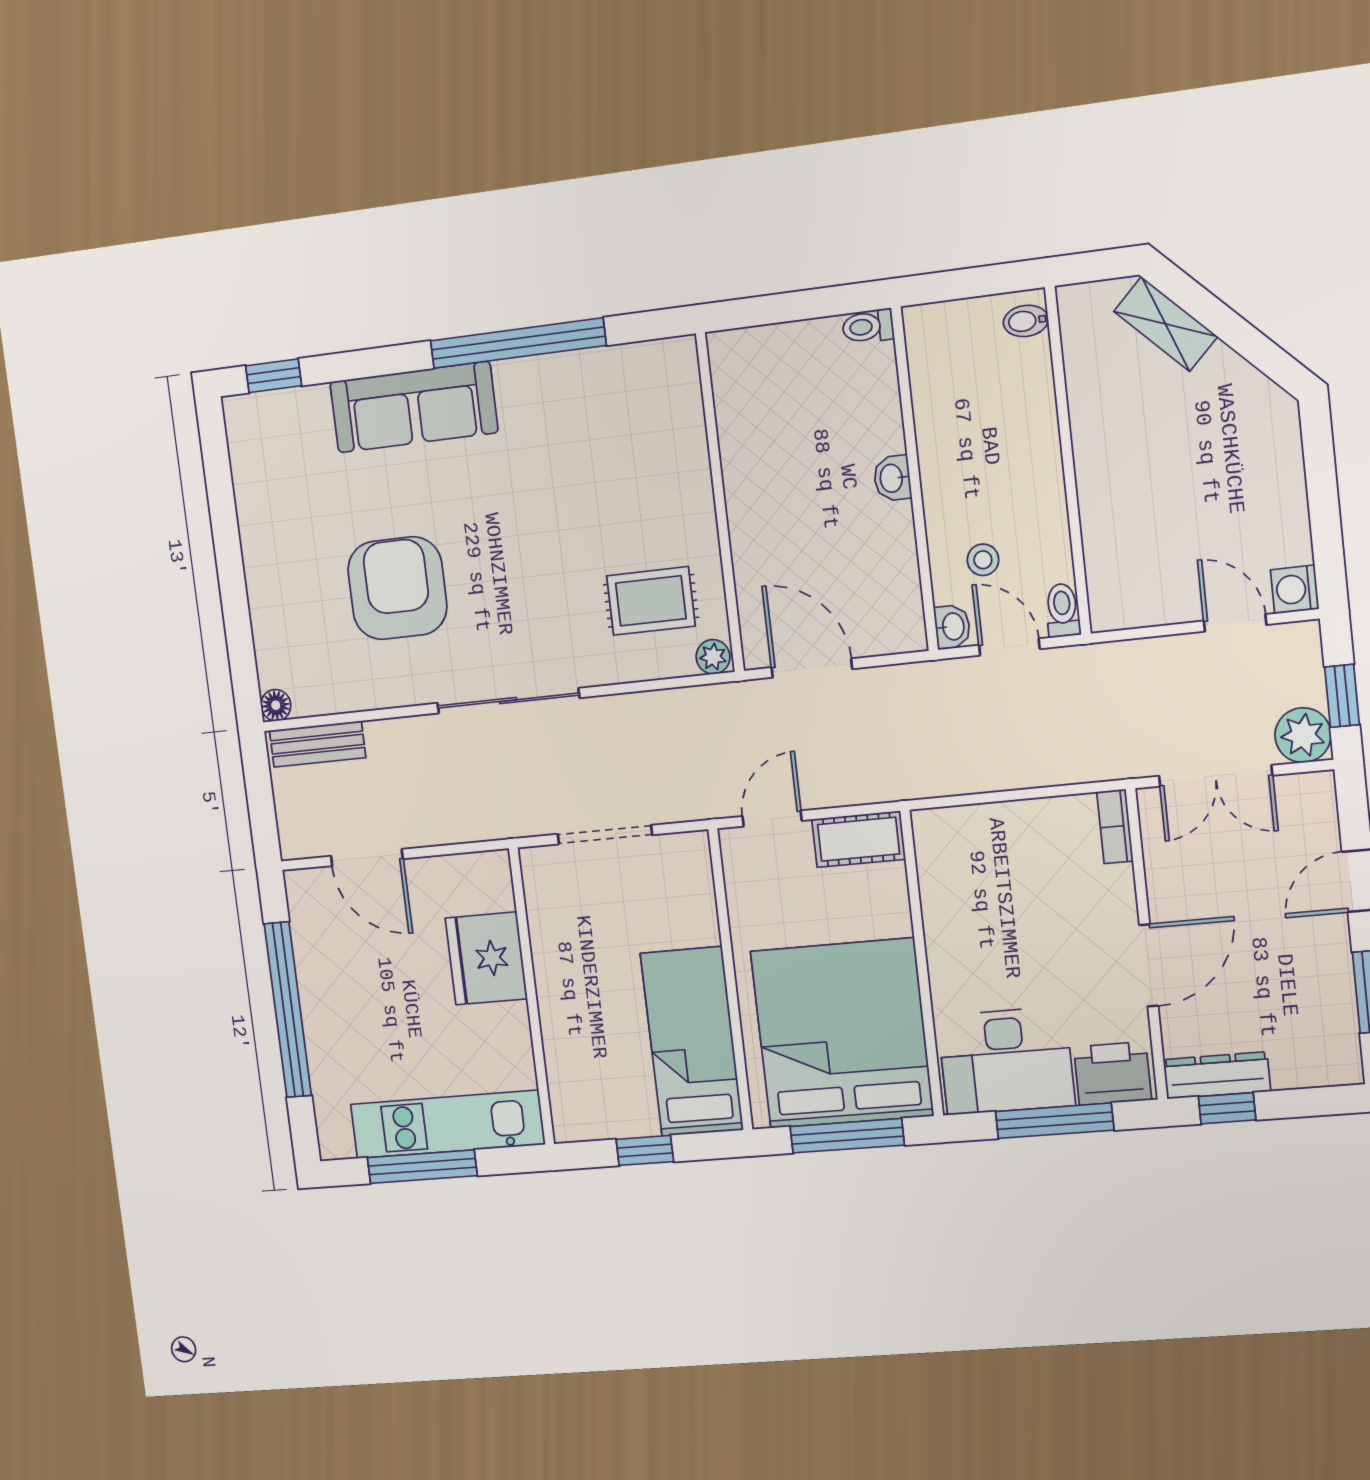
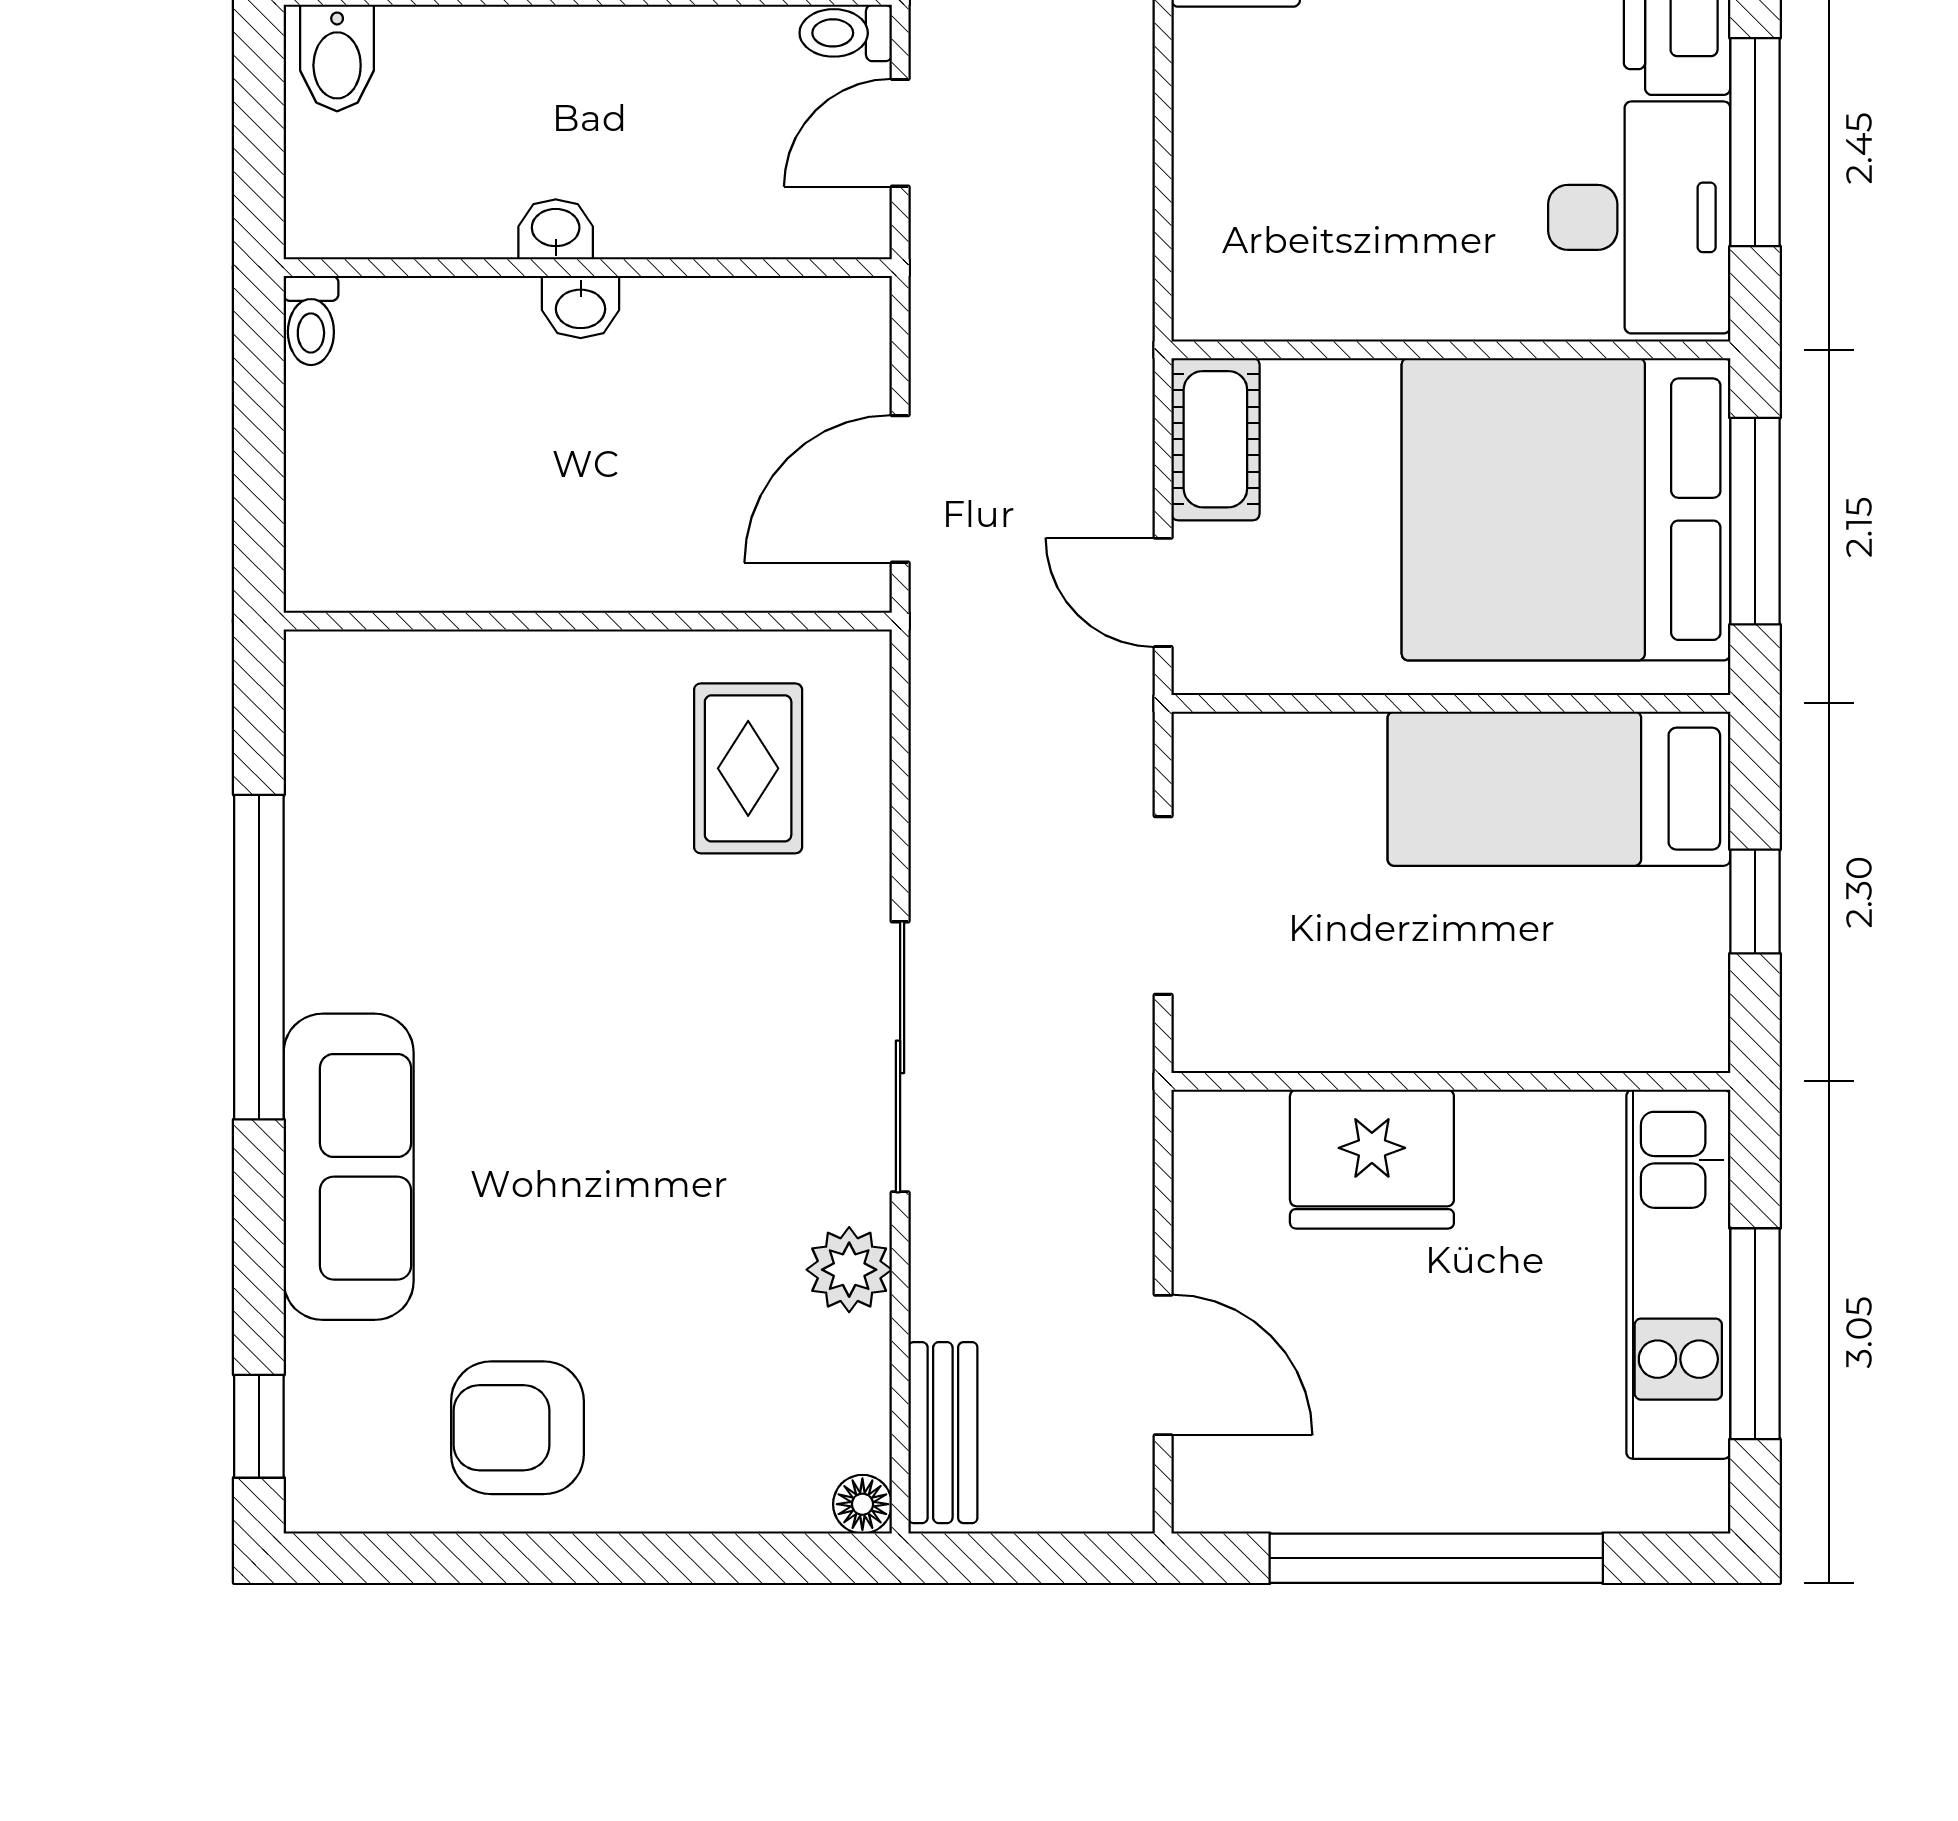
bidet: (1026, 321) -> (337, 58), width x1.38, depth x1.36
stool: (983, 560) -> (742, 163), removed
armchair: (397, 588) -> (517, 1428), moved, width x0.73, depth x0.73
washbasin: (952, 627) -> (556, 229), moved
plant: (713, 657) -> (849, 1270), moved, width x1.38, depth x1.38
door: (367, 857) -> (1163, 1365), hinge flipped

